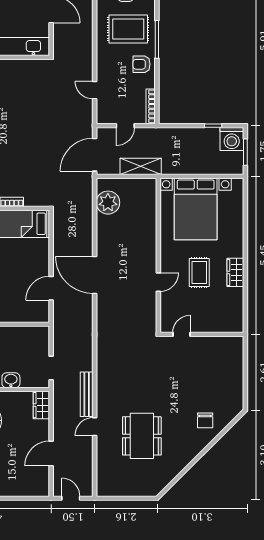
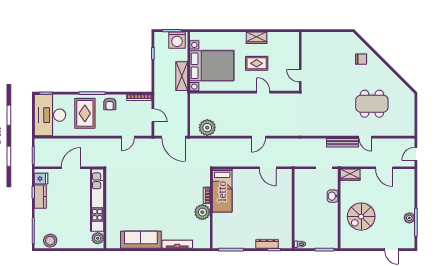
washing machine: (232, 139) -> (177, 40), moved, turned 90
shelving: (141, 166) -> (182, 76), moved
door: (95, 275) -> (258, 137), width x0.53

